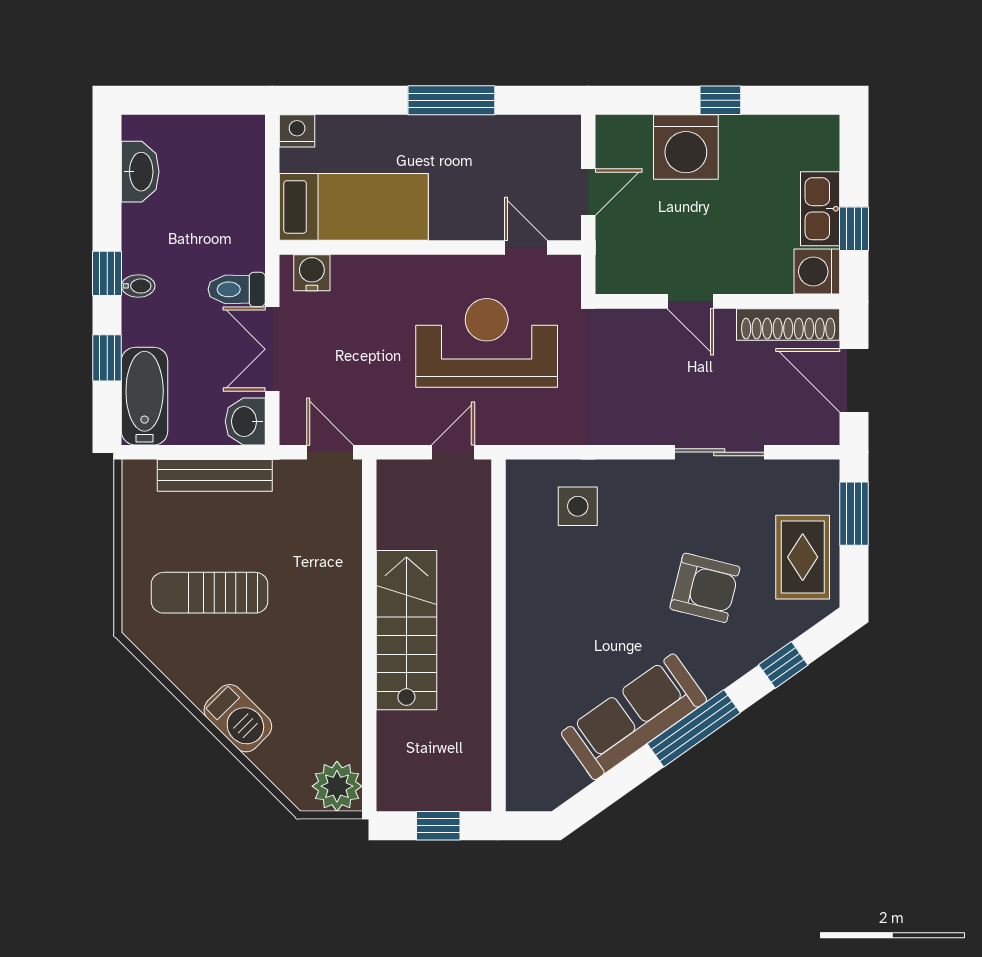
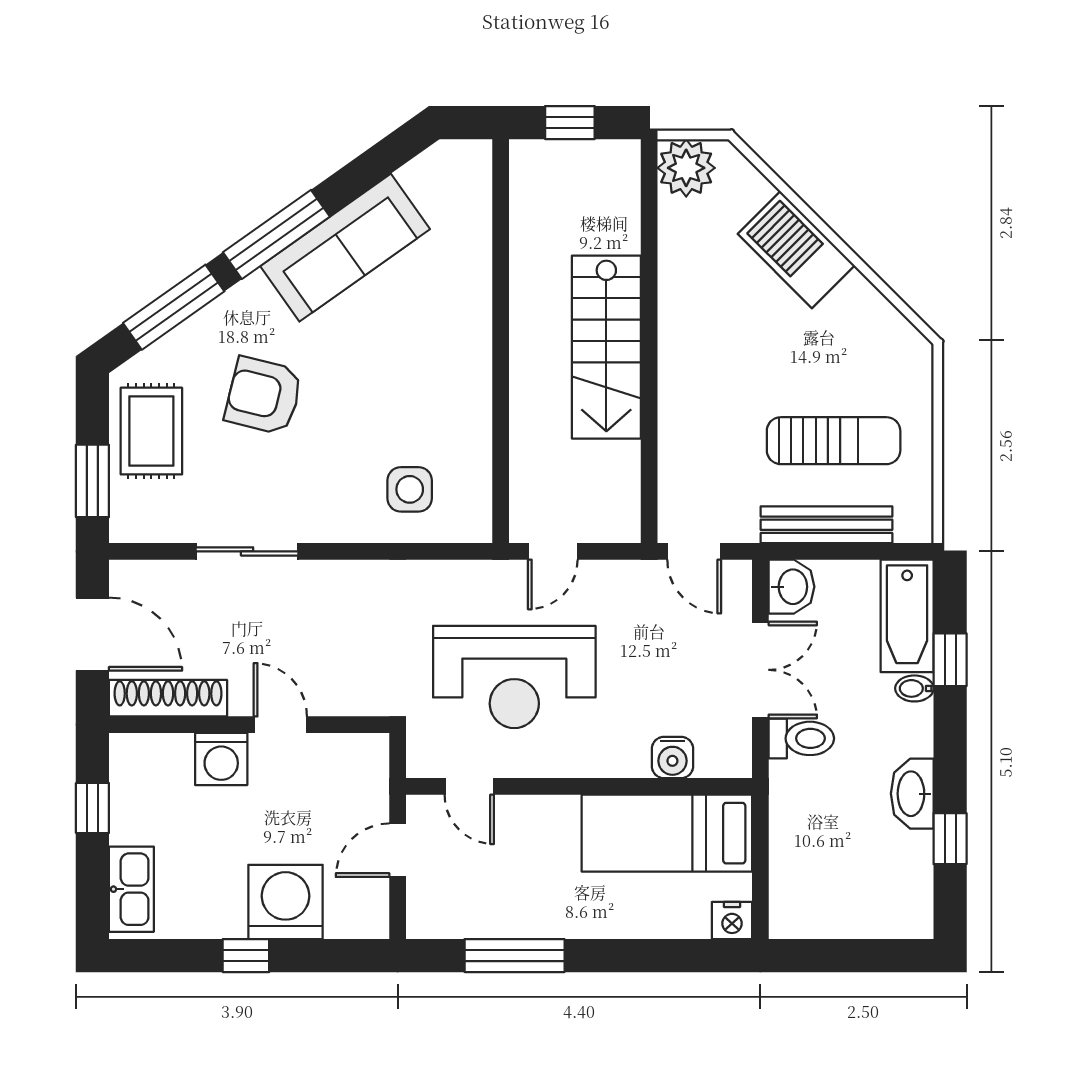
window: (451, 100) -> (515, 956), moved
washbasin: (140, 172) -> (912, 794), moved
kitchen sink: (820, 209) -> (131, 889), moved
washing machine: (817, 271) -> (221, 759), moved, turned 90
window: (107, 273) -> (950, 839), moved
water cooler: (312, 273) -> (672, 758), moved
bidet: (138, 286) -> (914, 688), moved
sun lounger: (209, 593) -> (834, 441), moved
window: (783, 665) -> (174, 307), width x2.17
barbecue: (238, 718) -> (796, 250), width x1.37, depth x1.21

